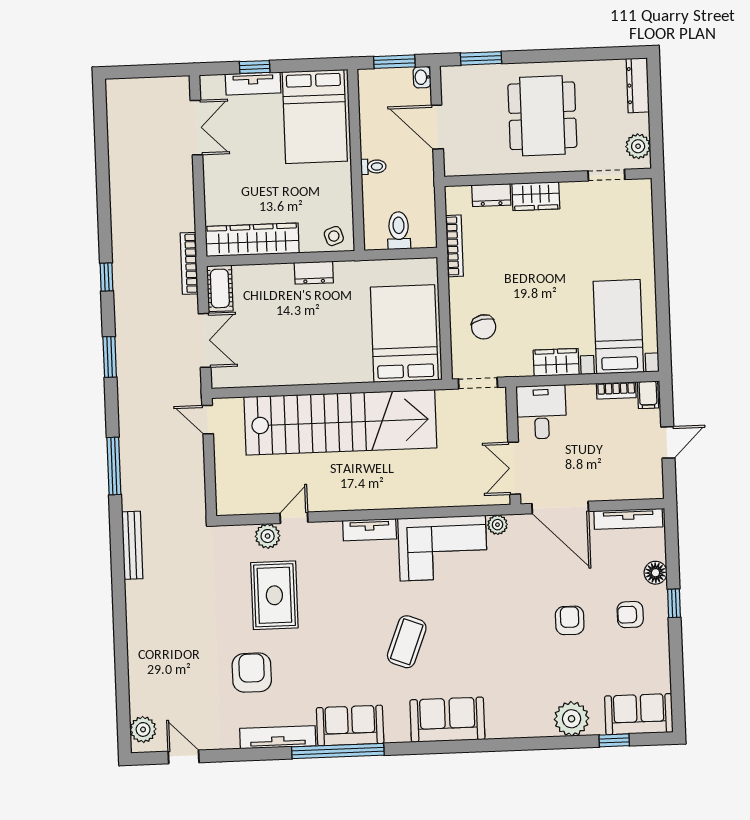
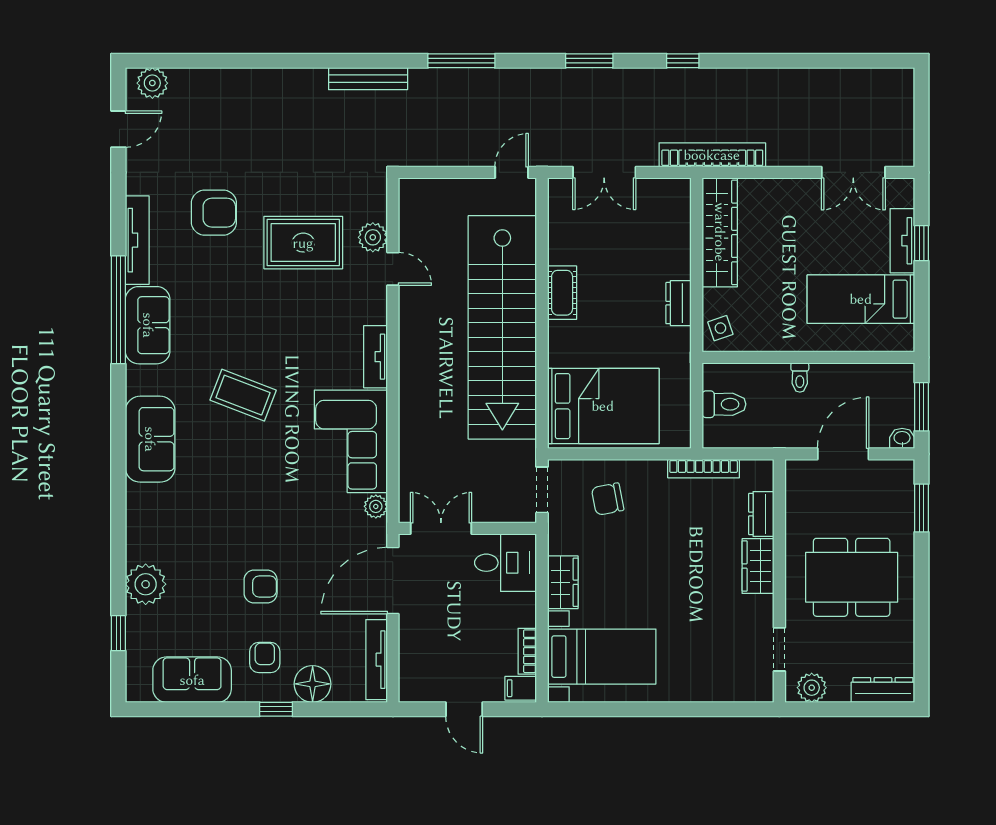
bed: (315, 117) -> (861, 299), width x0.67
bookcase: (189, 263) -> (712, 155), width x1.48, depth x1.31
cot: (220, 288) -> (562, 293), moved, turned 90
floor lamp: (656, 573) -> (313, 684), width x1.38, depth x1.38
sofa: (639, 714) -> (192, 680), moved, turned -90

